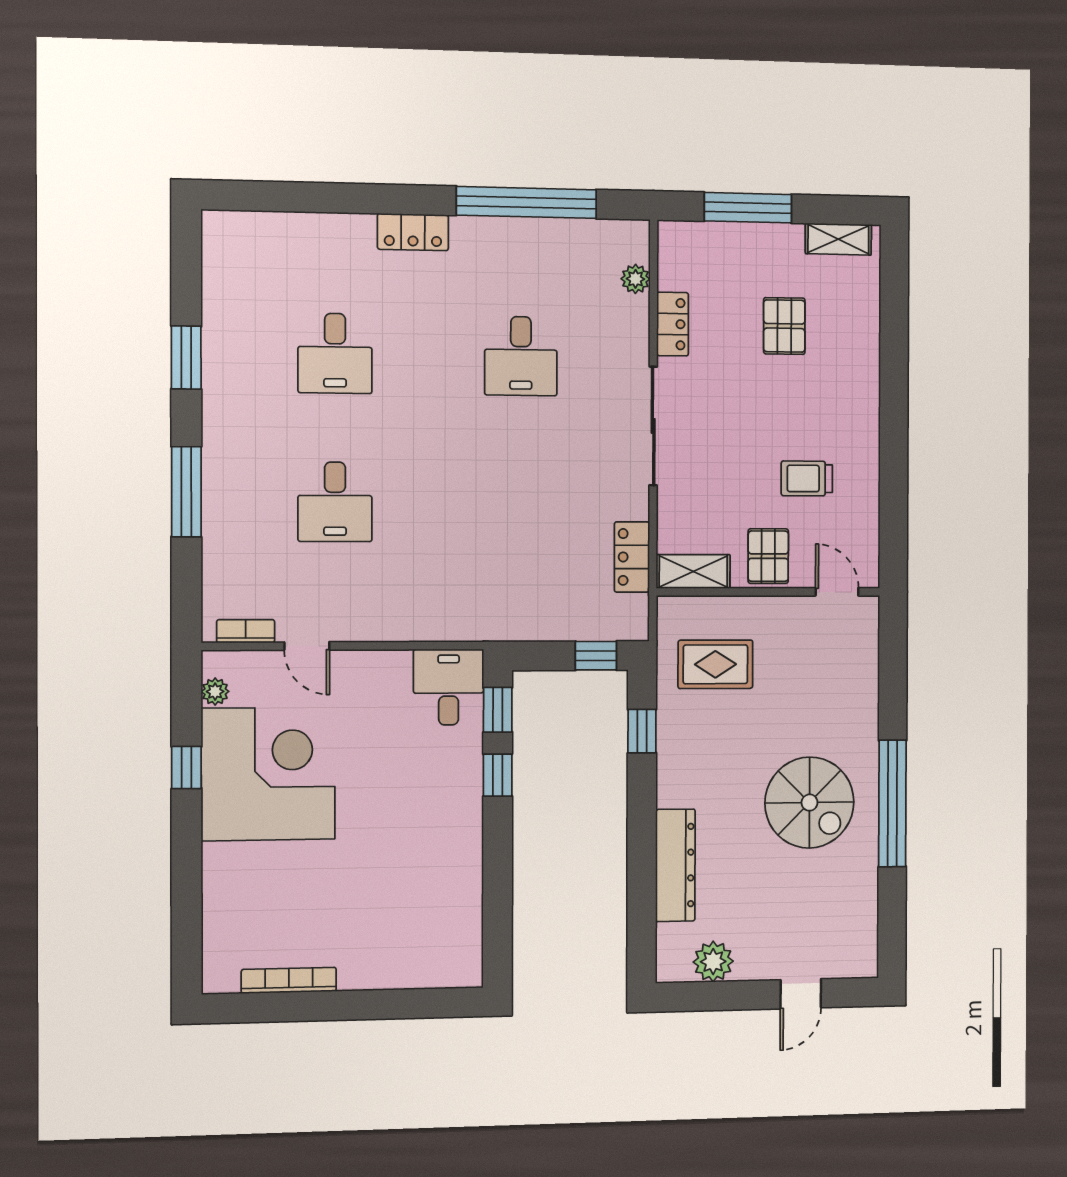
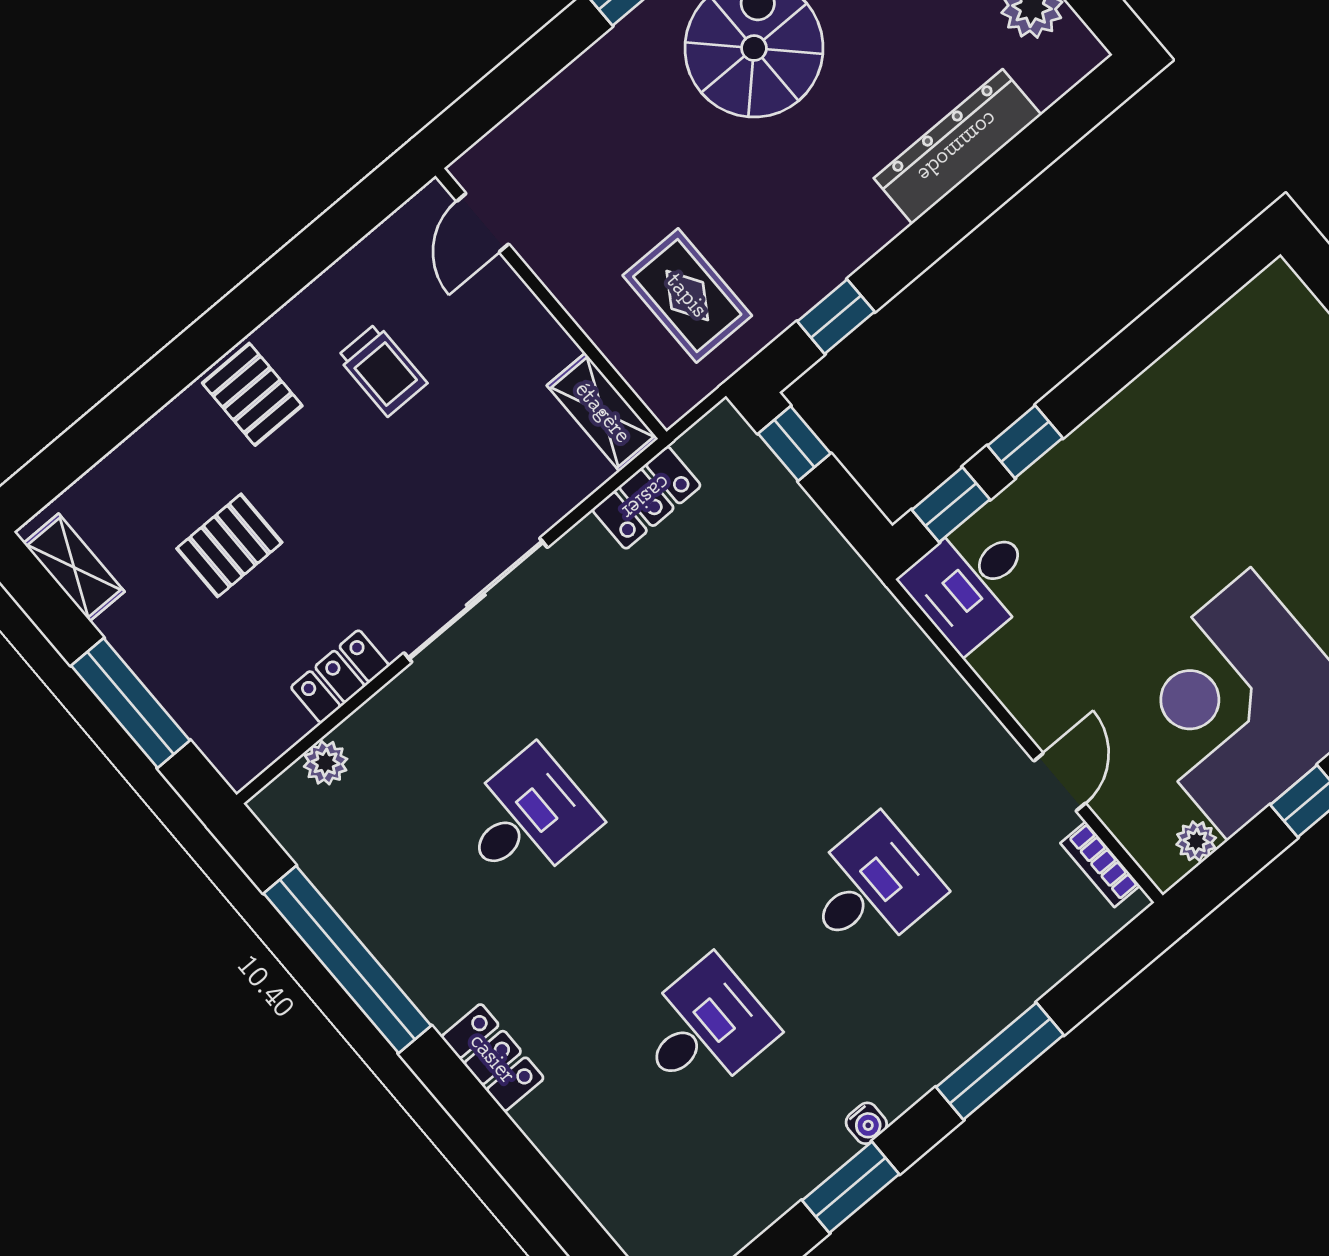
water cooler: (213, 395) -> (866, 1123), added
pallet: (768, 556) -> (252, 394), moved, turned 90

